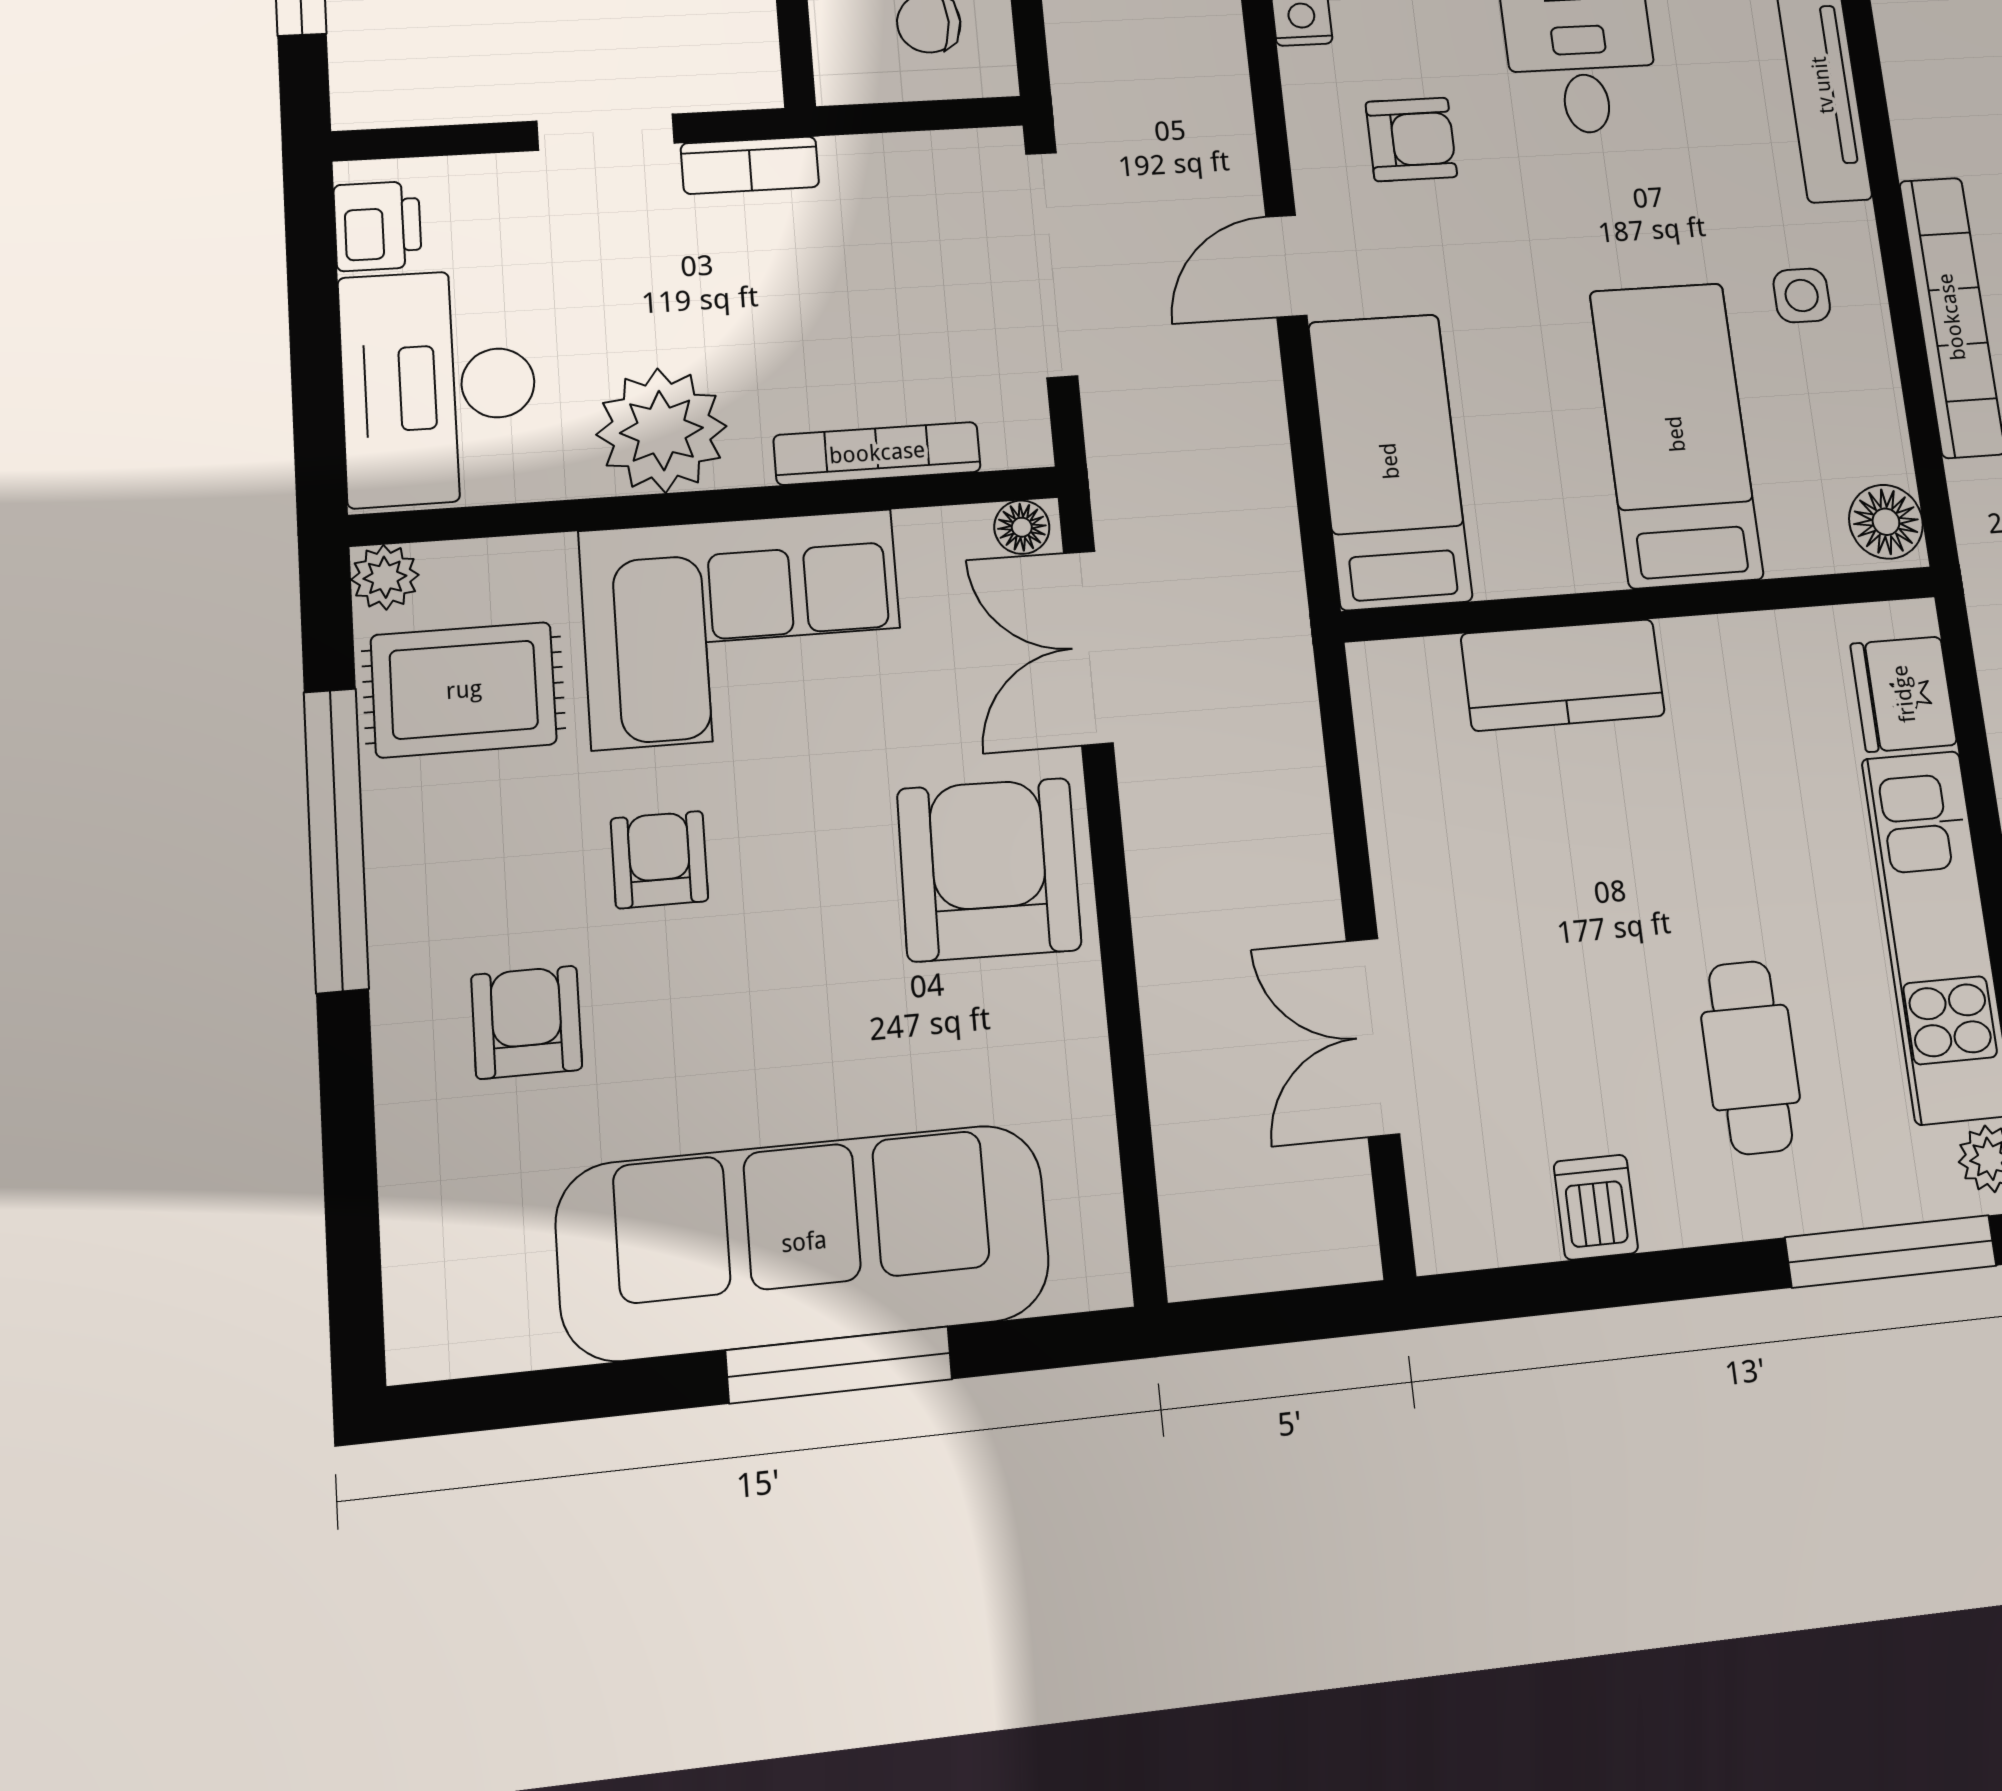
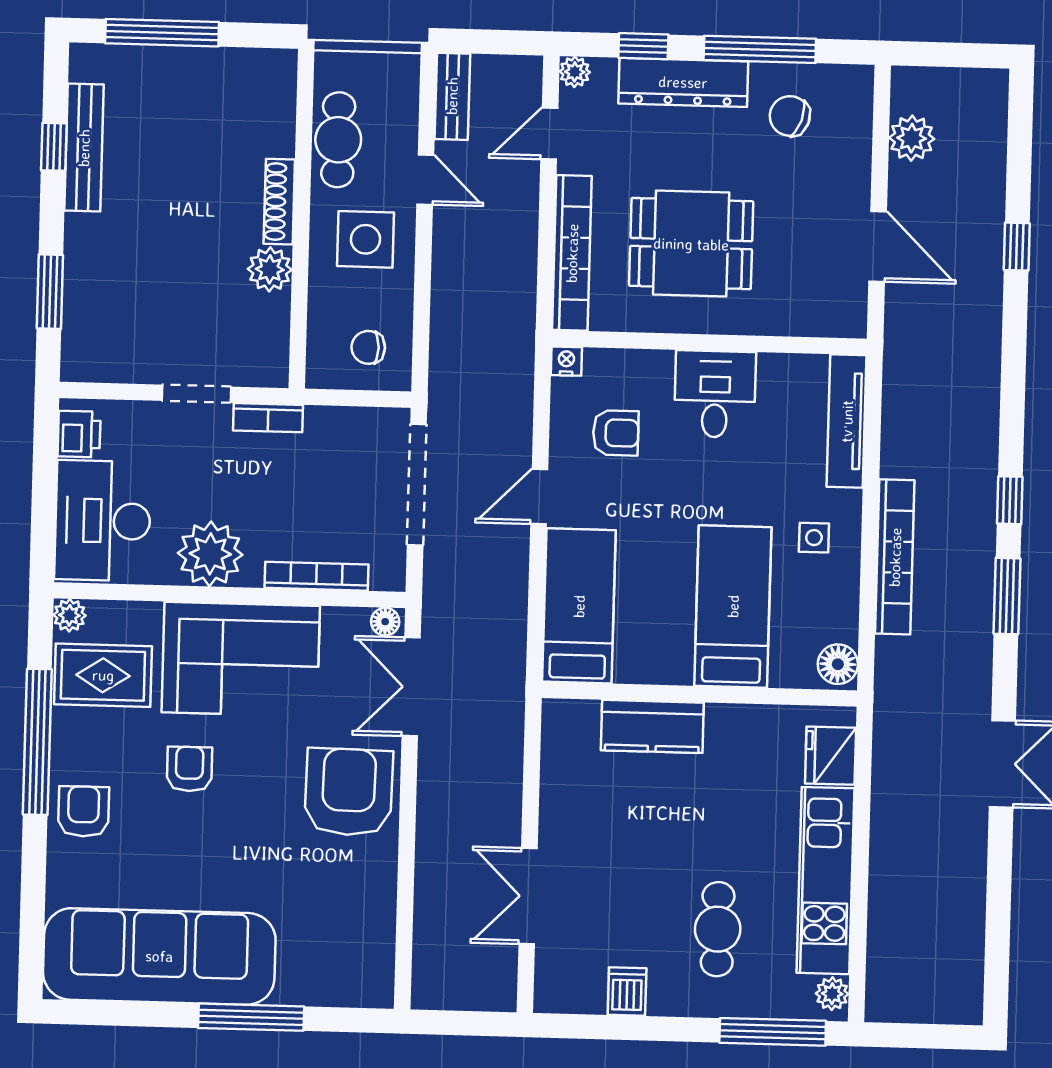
armchair: (527, 1022) -> (83, 811), moved
sofa: (804, 1242) -> (159, 956), moved

